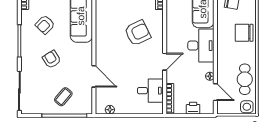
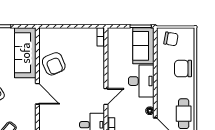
armchair: (138, 33) -> (54, 64), moved, turned 93
door: (94, 76) -> (37, 94), moved

